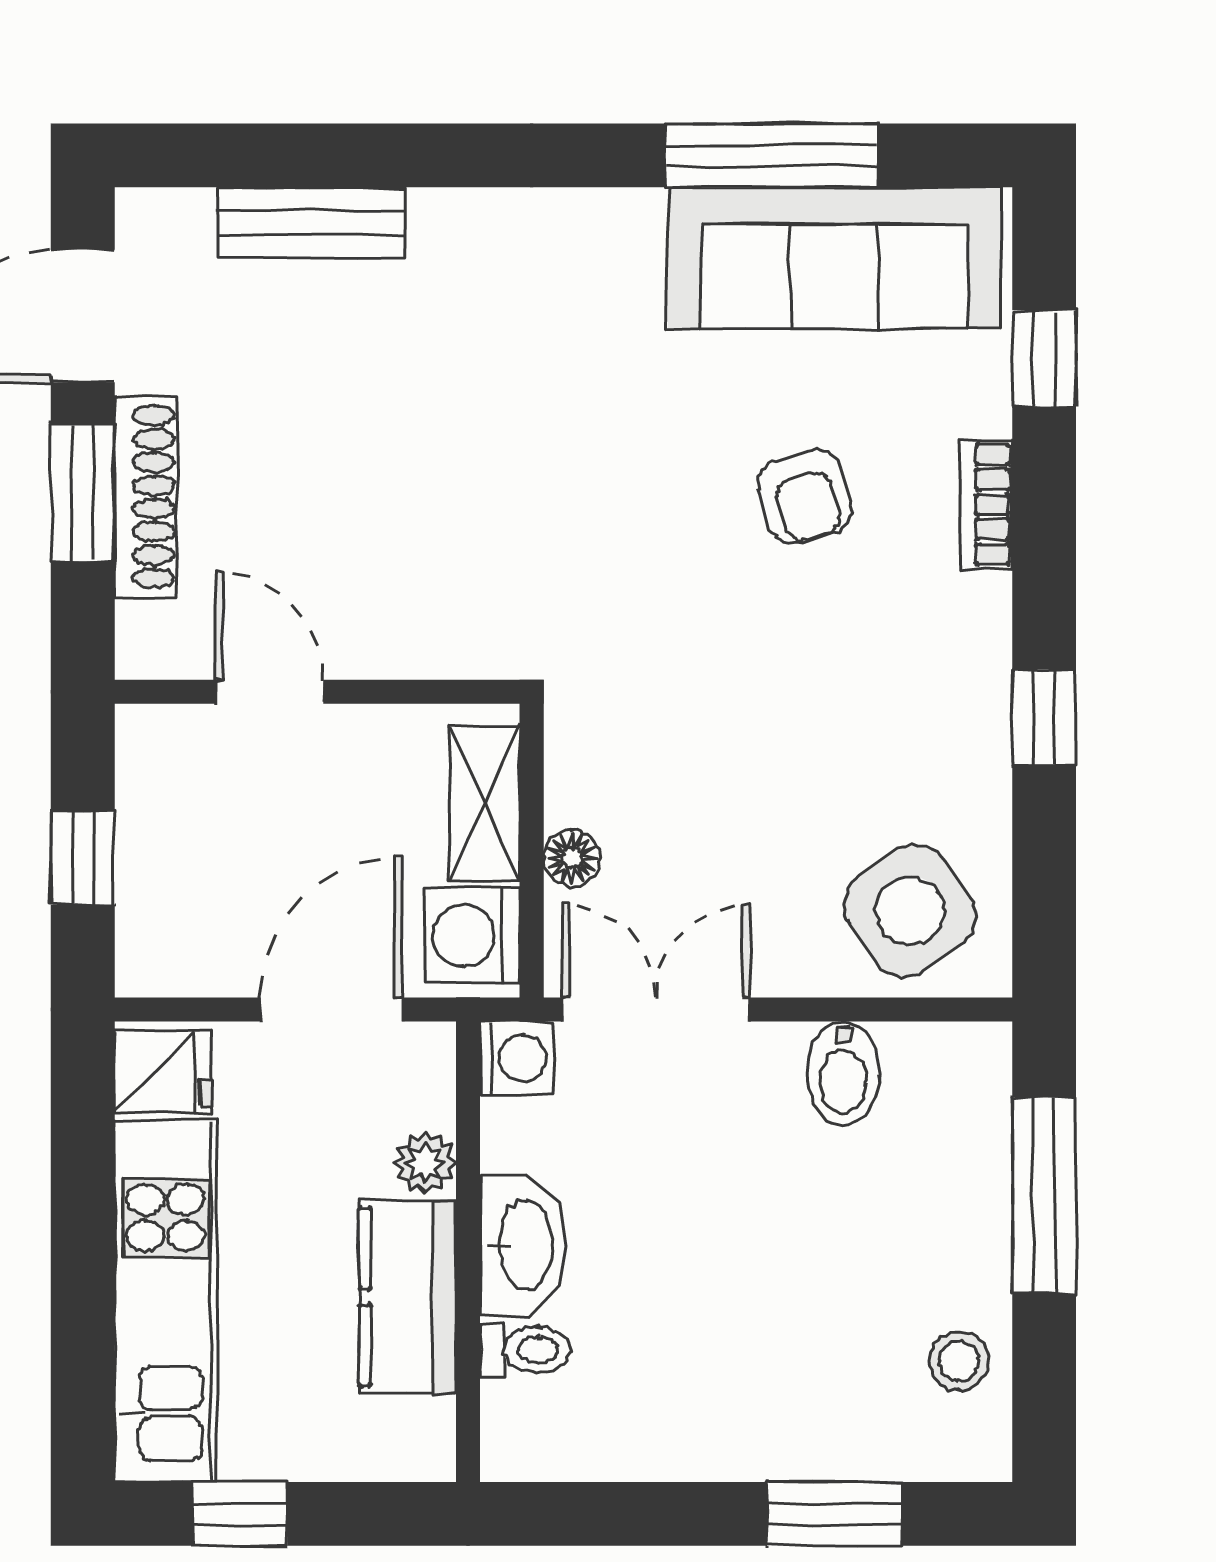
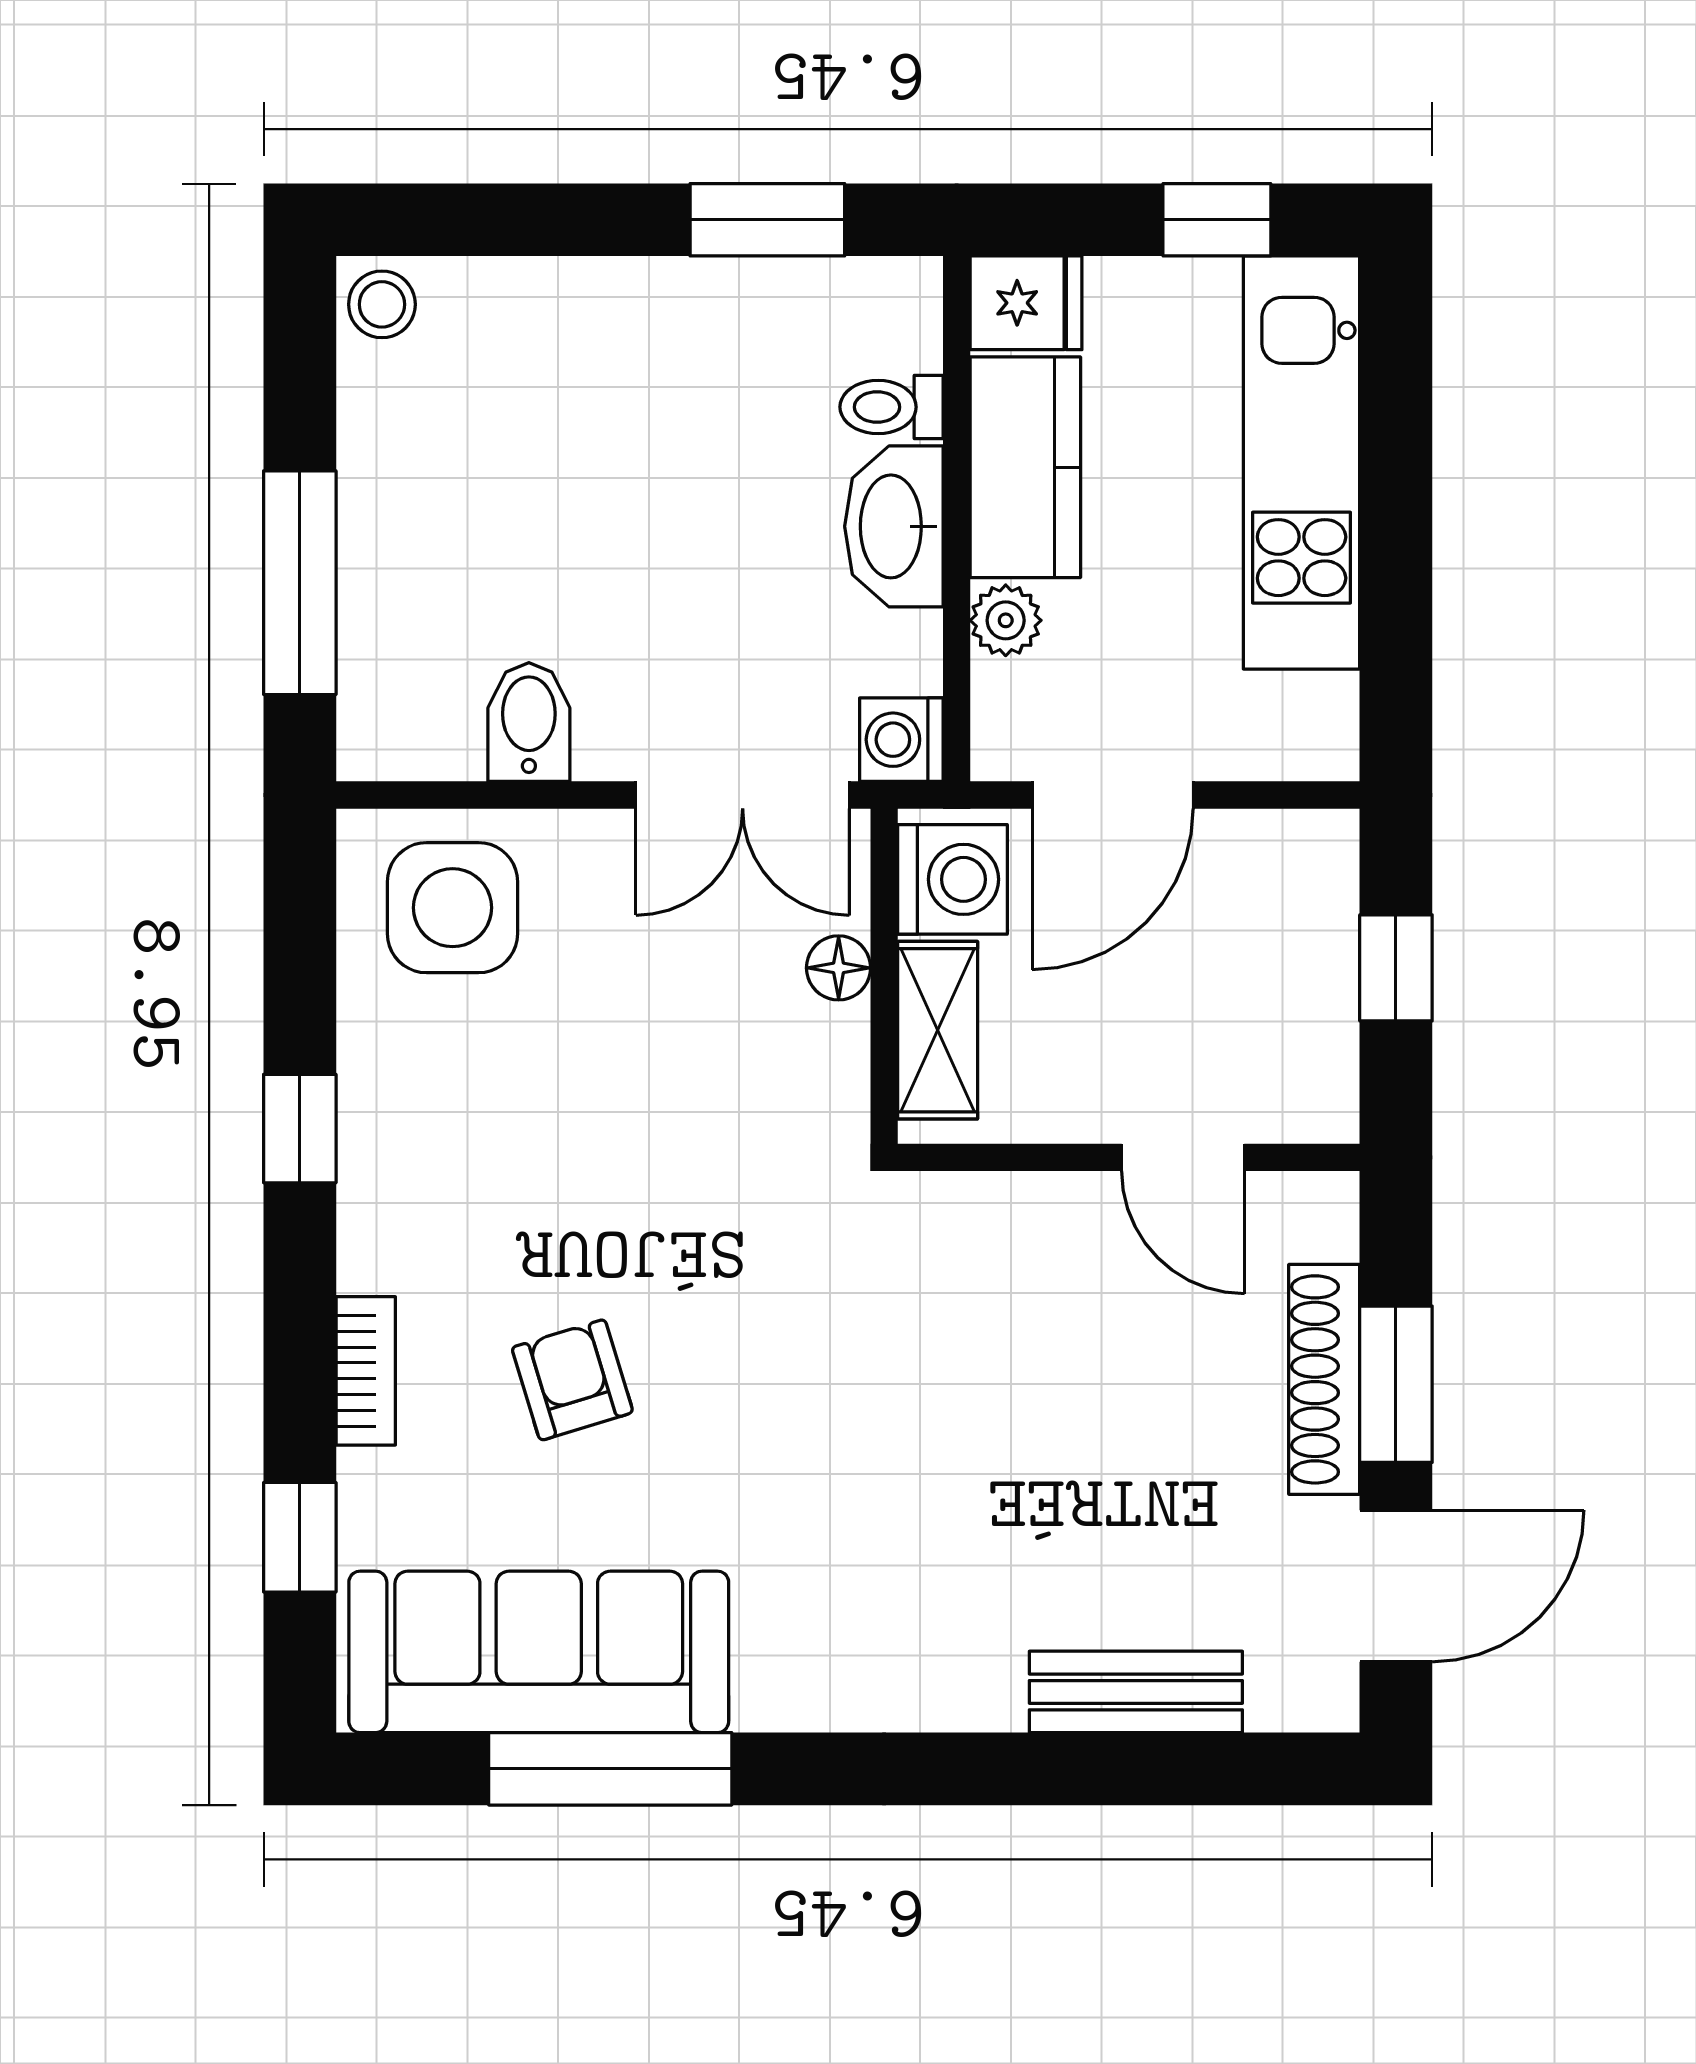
side table: (910, 911) -> (453, 908), turned 34
fridge: (164, 1072) -> (1026, 303), moved, turned 180
stool: (959, 1361) -> (382, 304), moved
window: (835, 1514) -> (767, 220), moved

